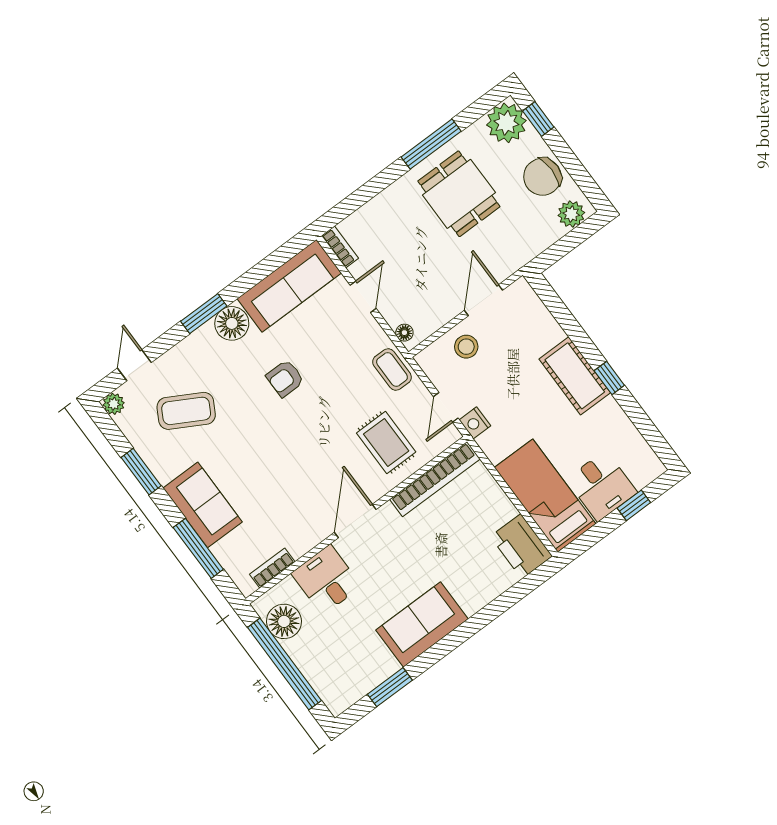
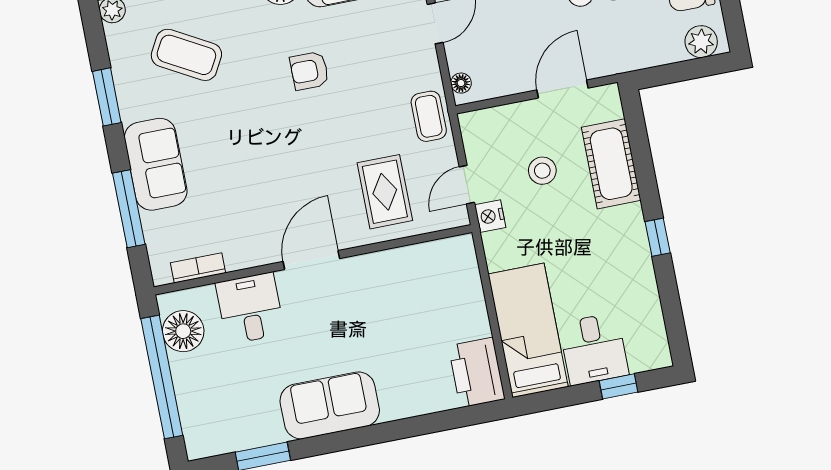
stool: (466, 347) -> (542, 171), moved
cot: (575, 376) -> (611, 164), moved
bookcase: (435, 479) -> (418, 256), removed

